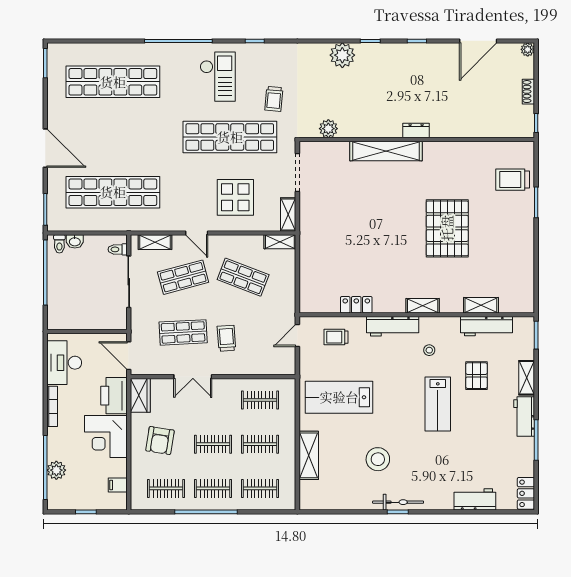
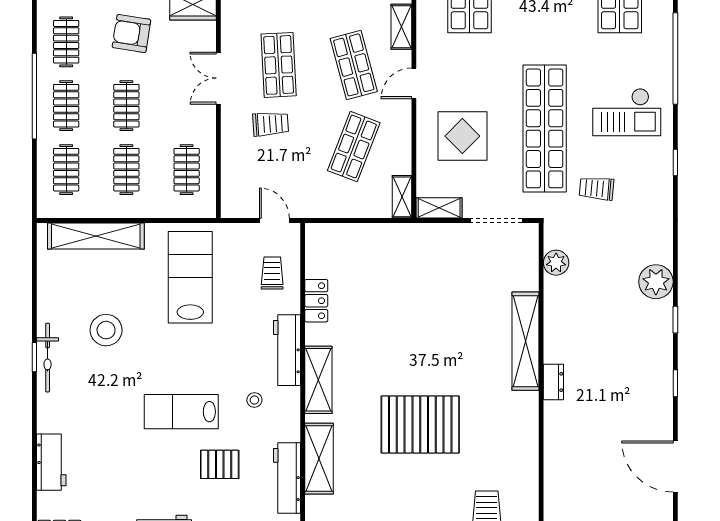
shelving: (481, 305) -> (319, 459), width x1.50, depth x1.33
shelving: (423, 306) -> (318, 380), width x1.50, depth x1.33
shelving: (309, 455) -> (96, 236), width x1.47

